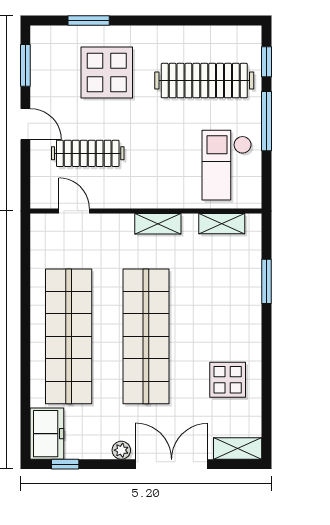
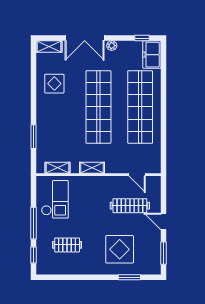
clothes rail: (204, 81) -> (67, 245), width x0.54, depth x0.76

